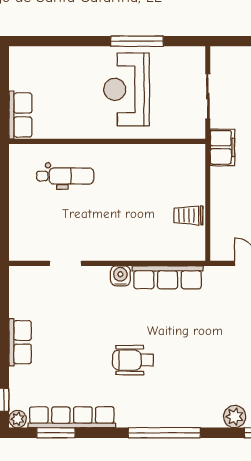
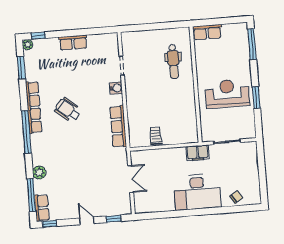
window: (47, 41) -> (252, 44), added
window: (137, 41) -> (256, 97), width x0.69
water cooler: (120, 276) -> (116, 88), moved
wheelchair: (133, 360) -> (68, 110), turned -50
row of seats: (72, 417) -> (34, 107), moved

